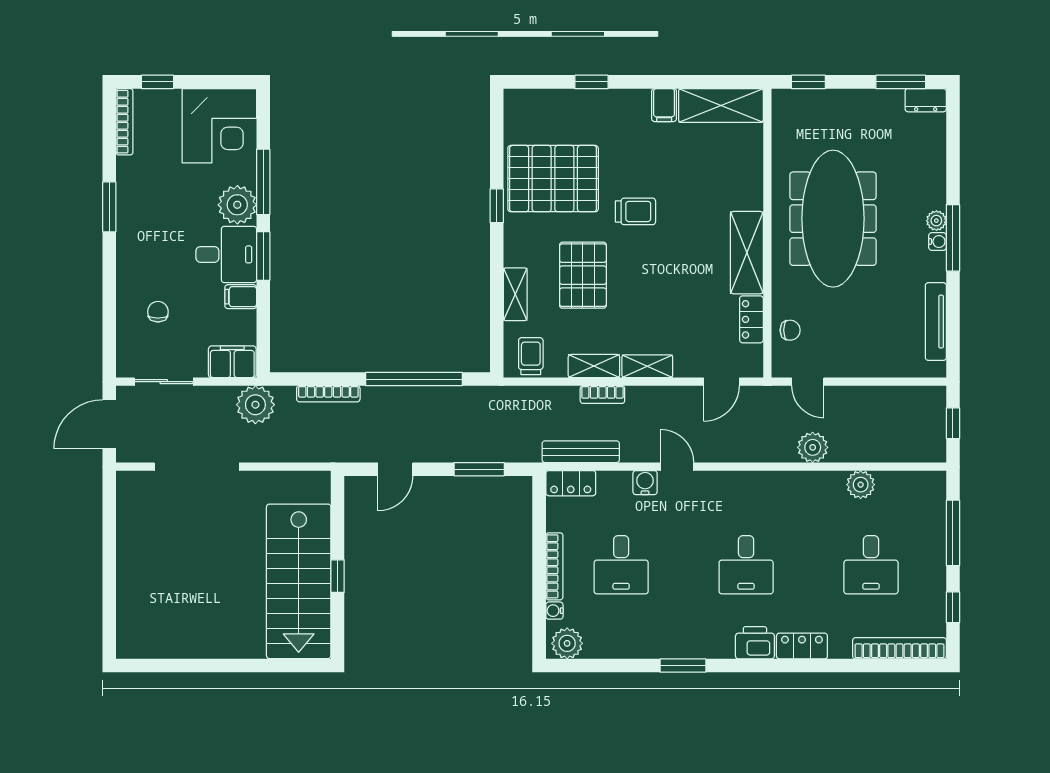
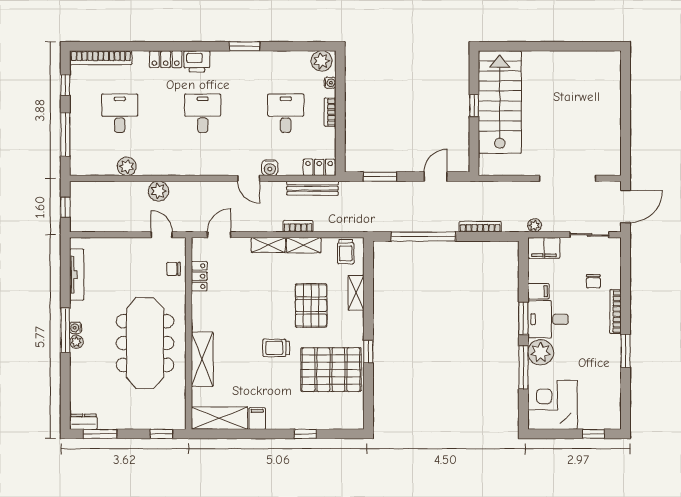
bookcase: (124, 122) -> (616, 312), moved
shelving: (747, 253) -> (202, 359), moved
plant: (255, 405) -> (534, 225), width x0.53, depth x0.53
bookcase: (554, 566) -> (330, 112), width x0.64

